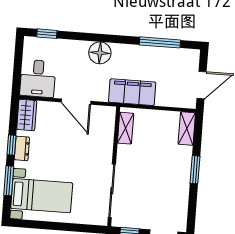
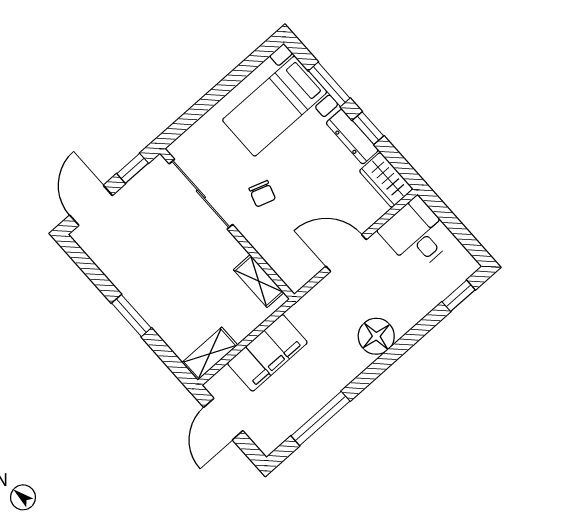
filing cabinet: (132, 92) -> (267, 353), moved
shelving: (187, 129) -> (210, 354), moved, turned 90
dresser: (22, 148) -> (352, 137), width x1.44
chair: (86, 164) -> (262, 194), added

